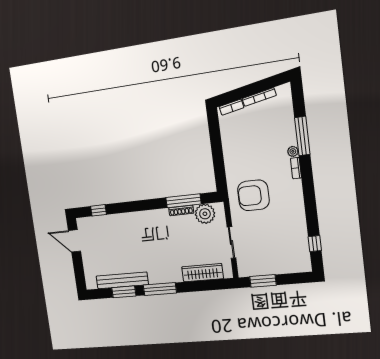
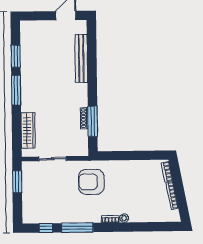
window: (302, 136) -> (77, 228), moved
armchair: (253, 195) -> (91, 182), turned -90
window: (99, 210) -> (92, 42), removed
plant: (205, 214) -> (79, 139), removed
bench: (122, 280) -> (81, 58), moved

